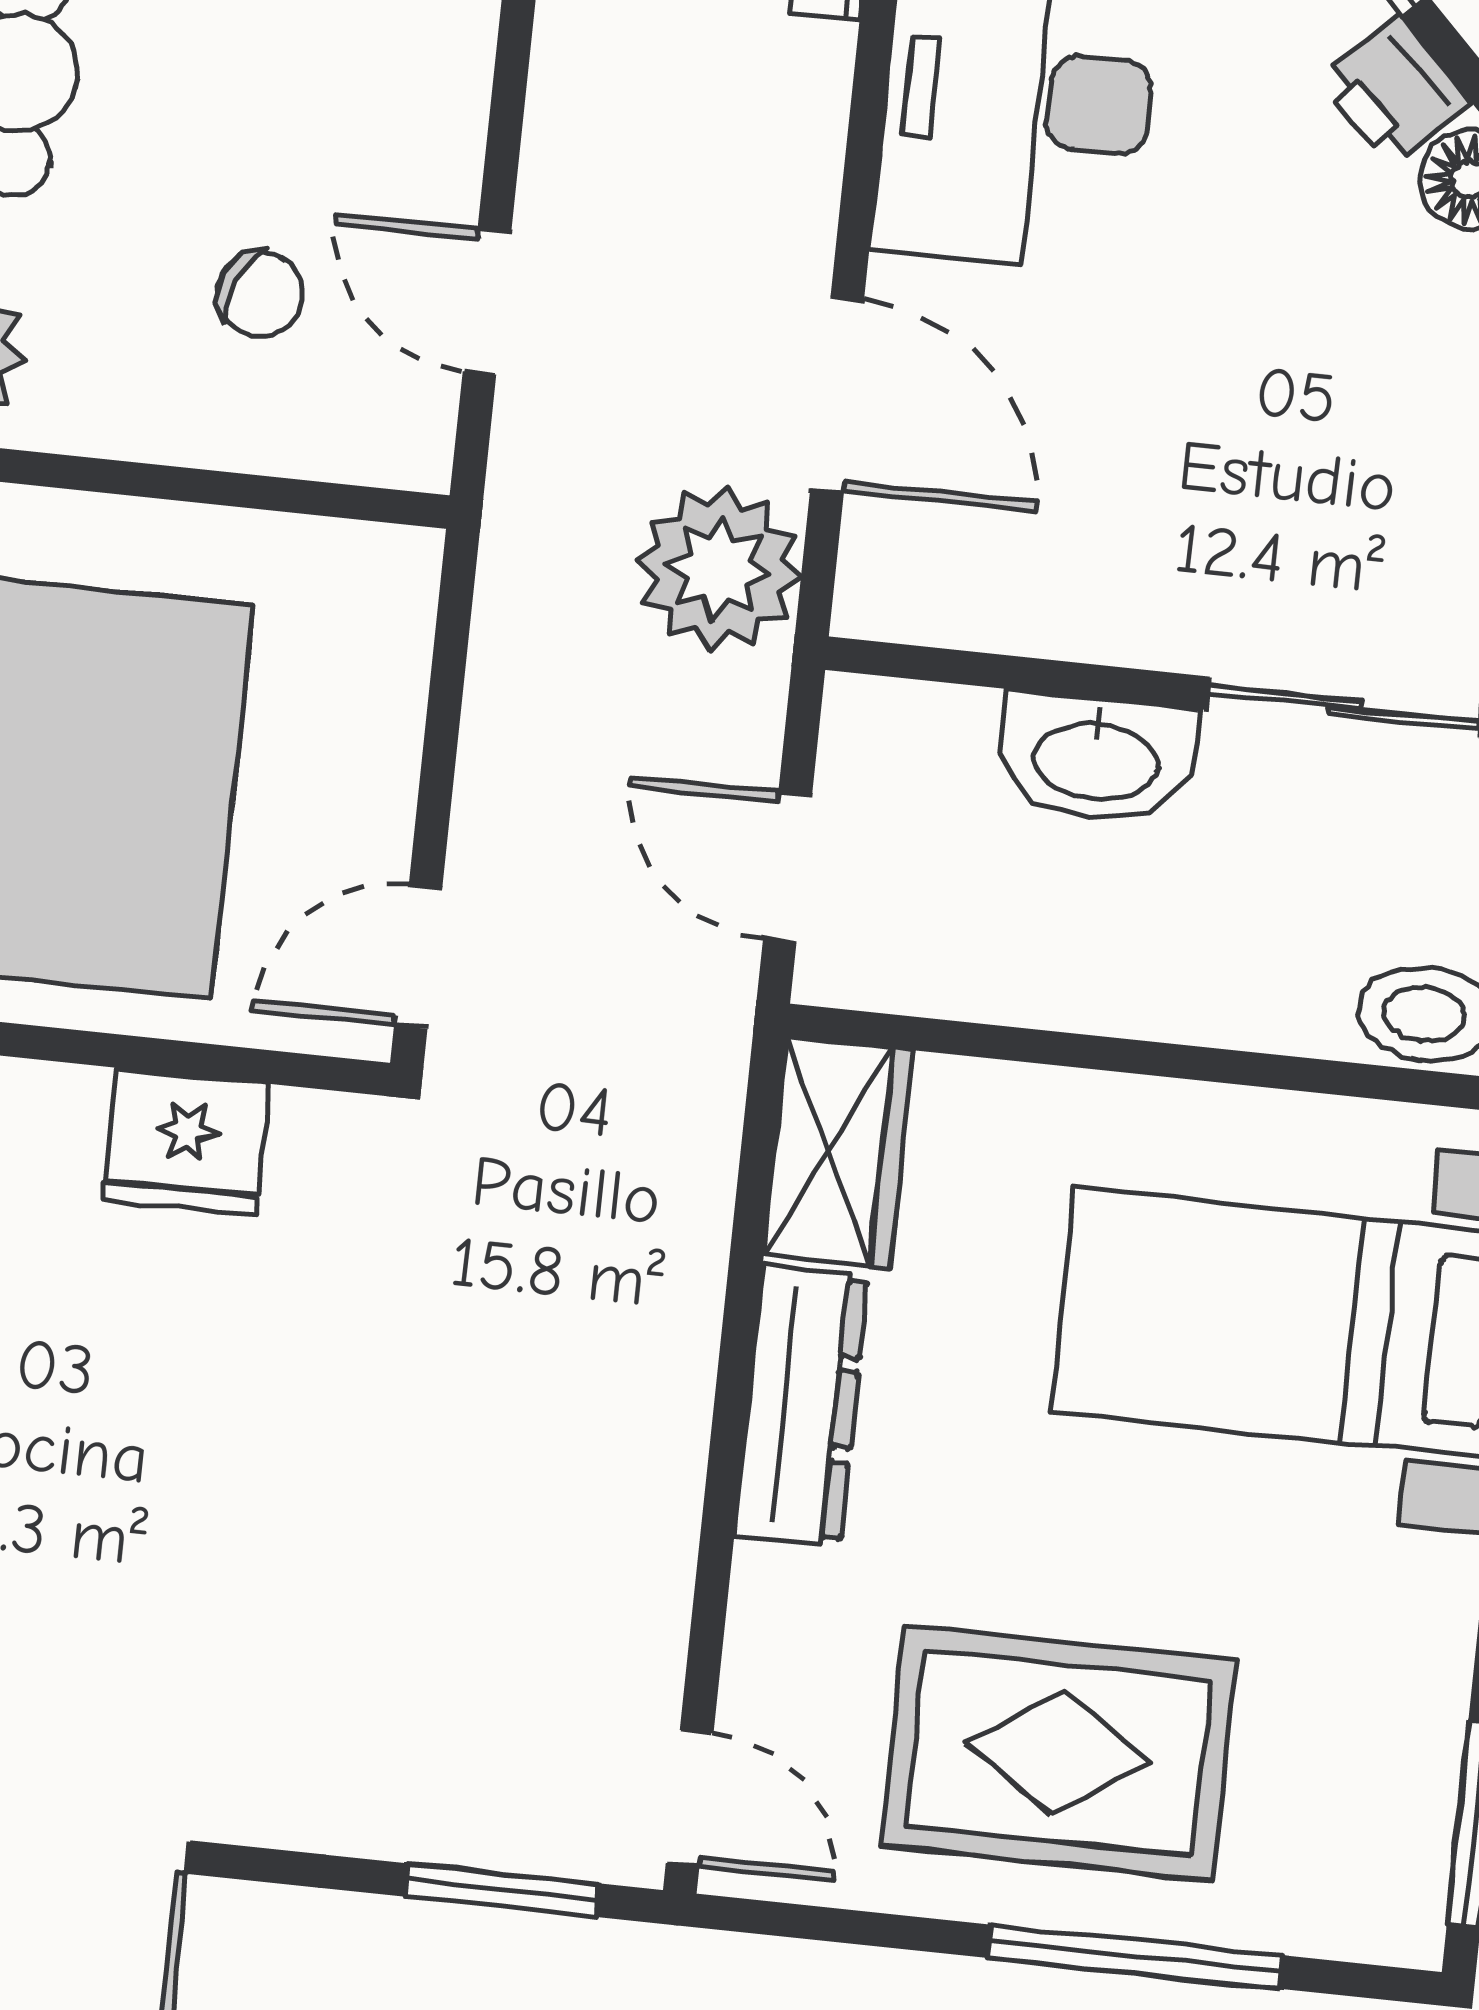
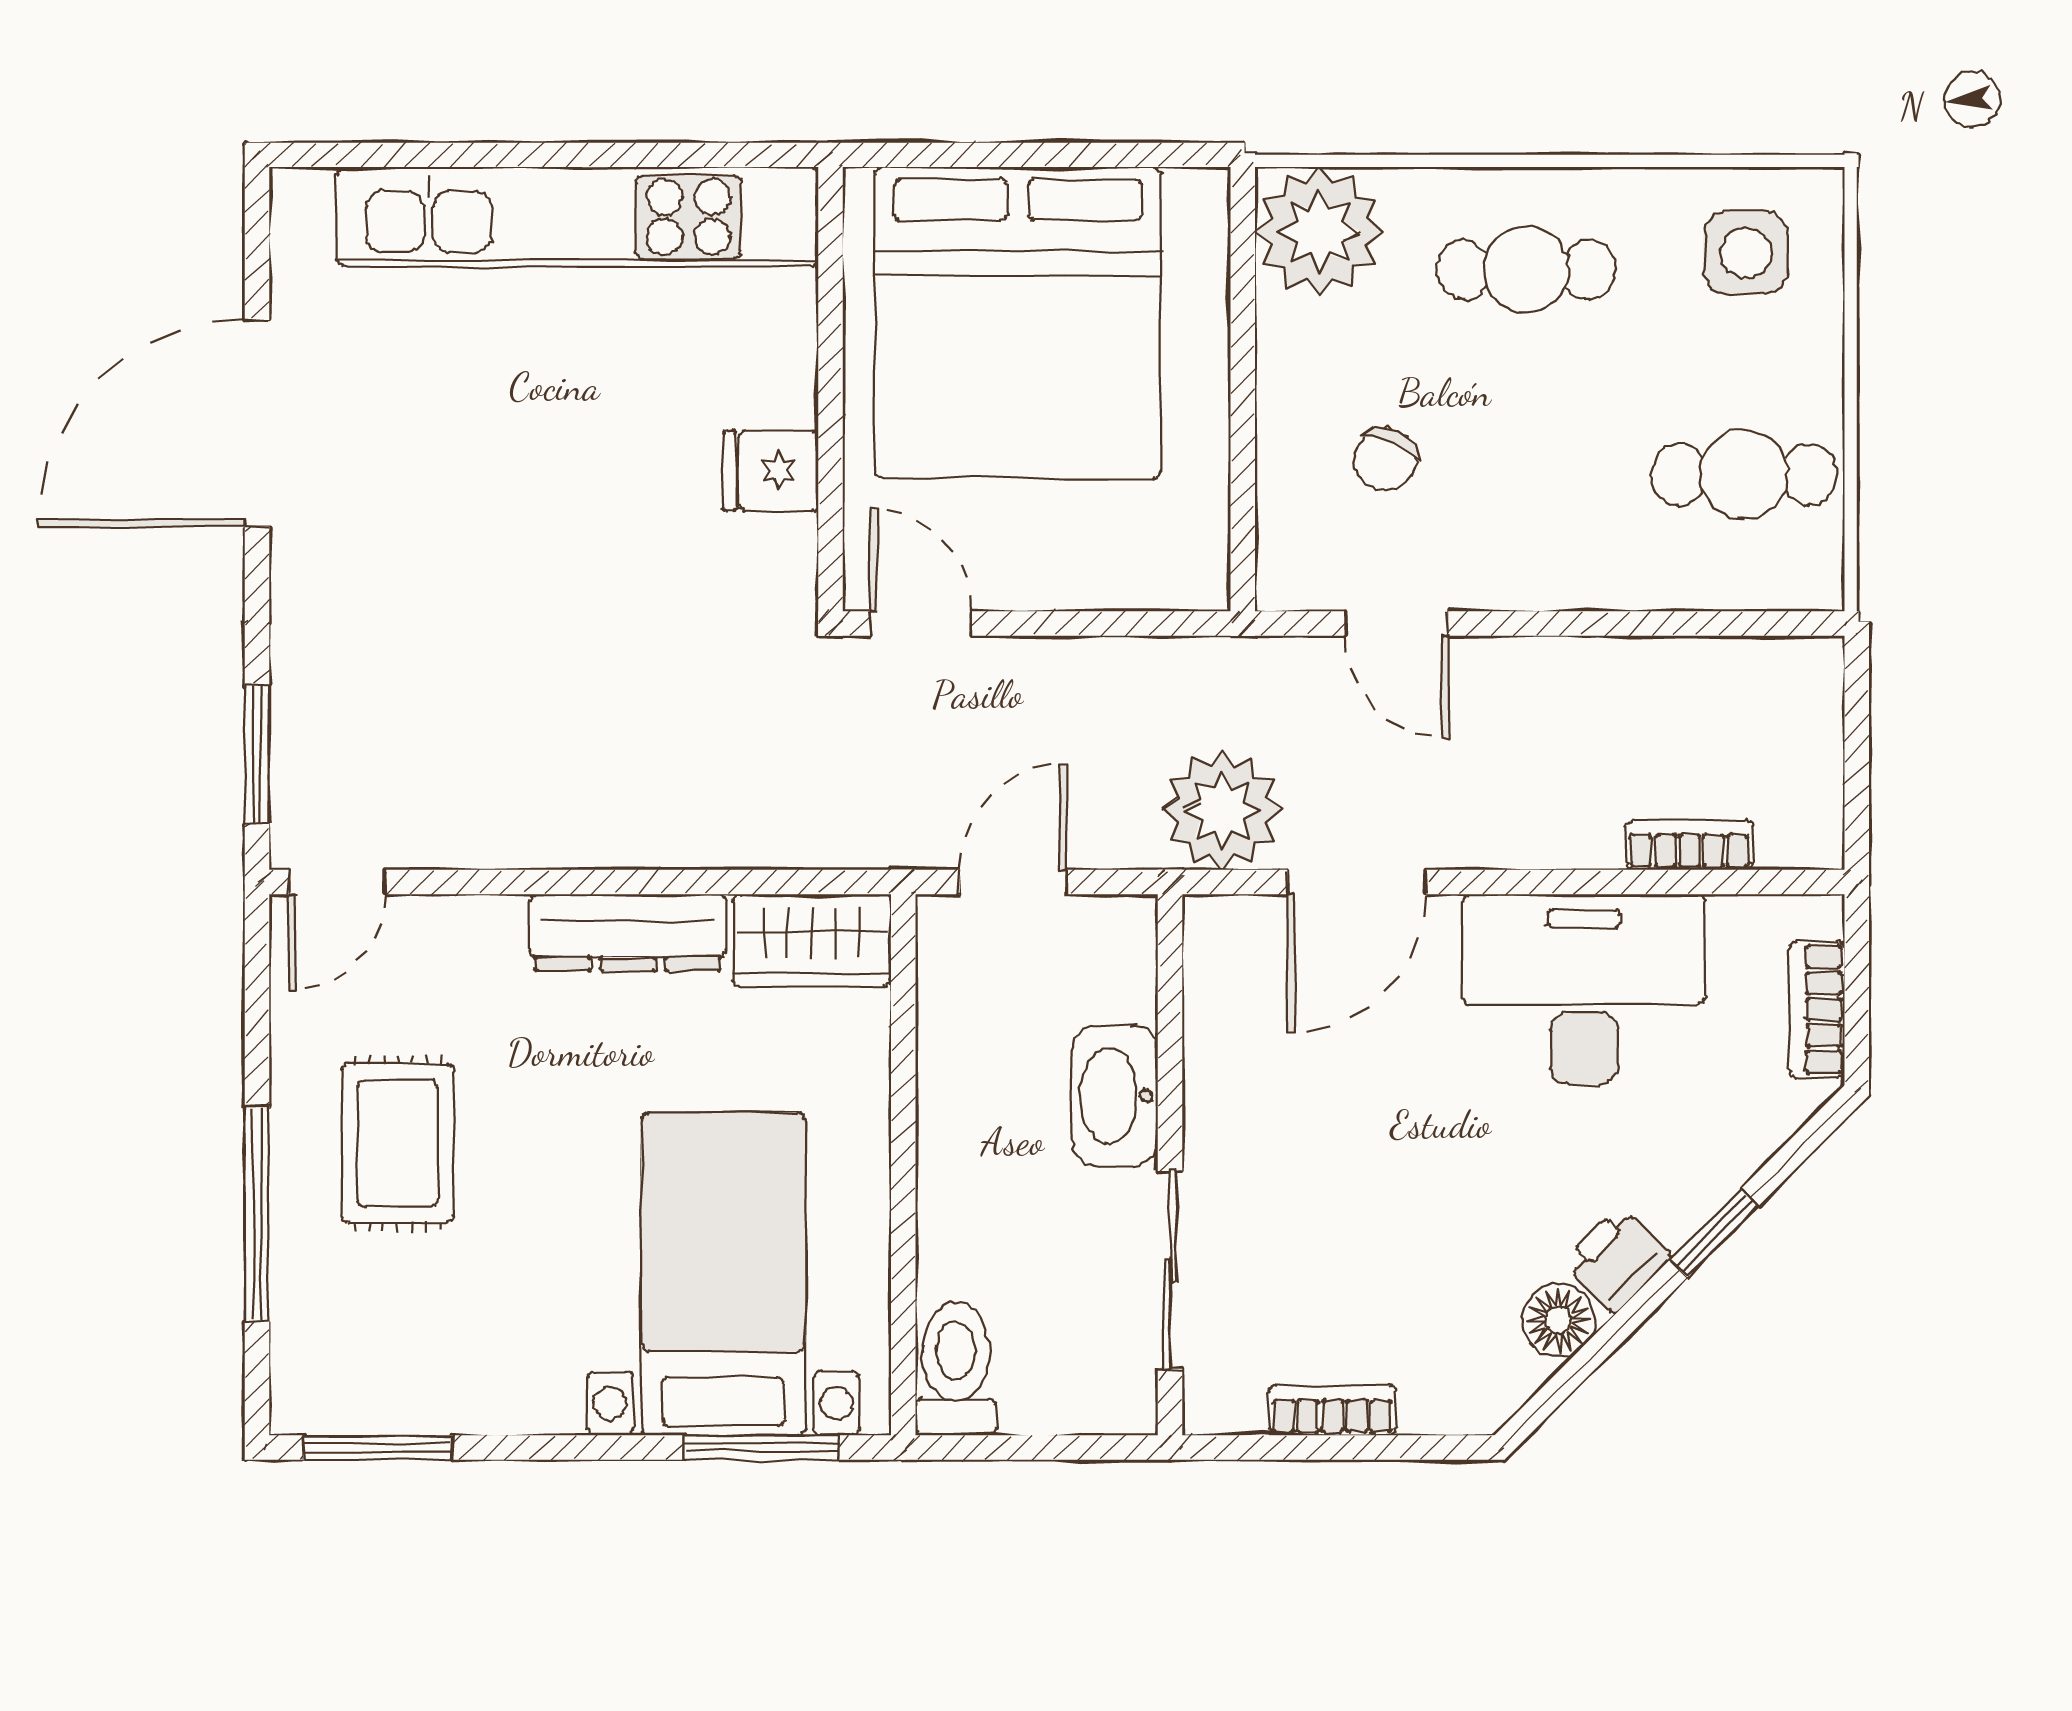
door: (487, 302) -> (1397, 623), swing flipped
fridge: (186, 1142) -> (771, 471), width x0.72
rug: (1058, 1753) -> (398, 1143), width x0.73, depth x0.70

